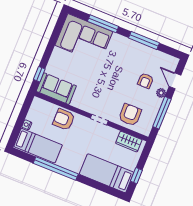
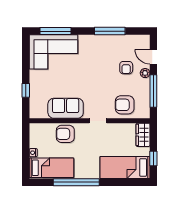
window: (103, 24) -> (55, 31), moved
window: (39, 74) -> (26, 90), moved
sofa: (56, 89) -> (66, 108), moved
armchair: (130, 115) -> (125, 105), turned -89
wardrobe: (129, 142) -> (143, 135), moved, turned 90

